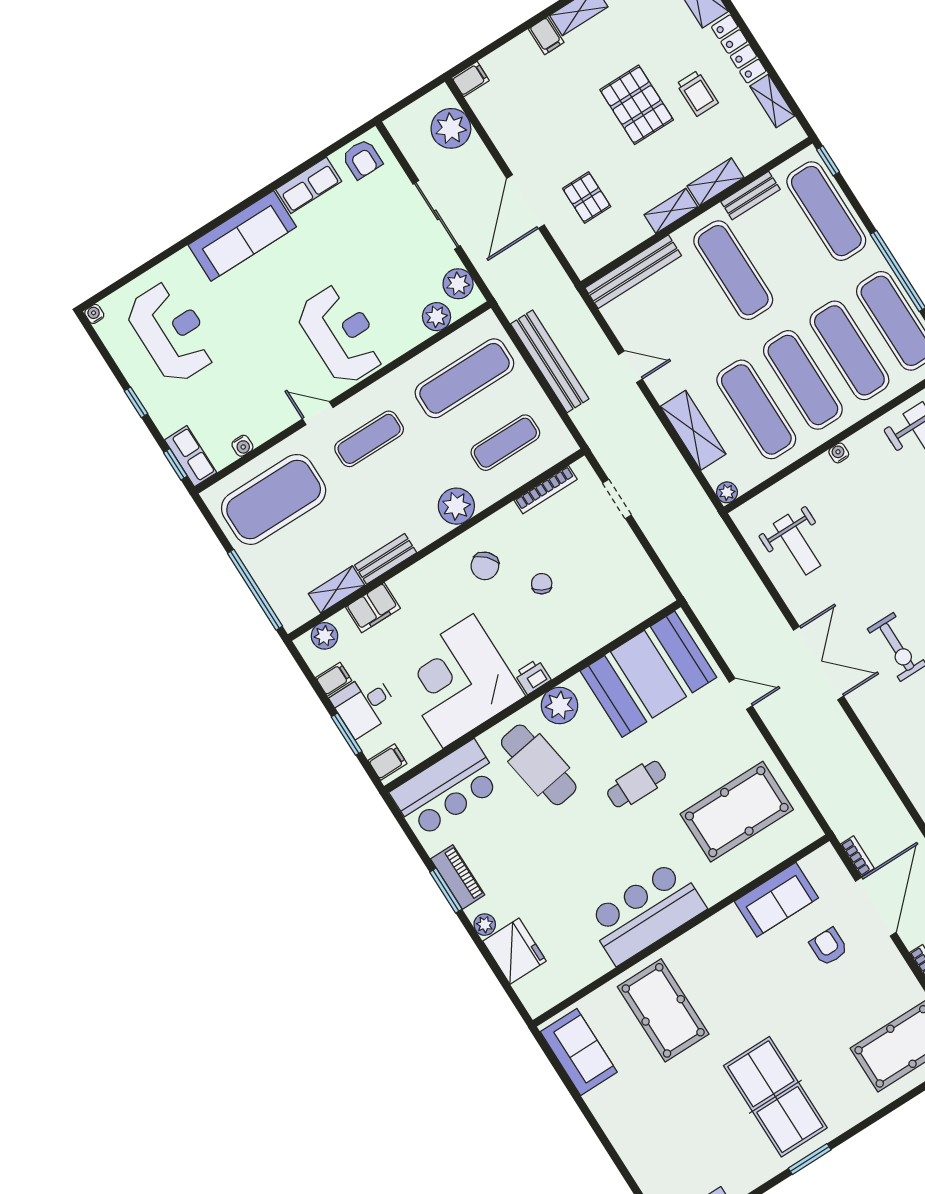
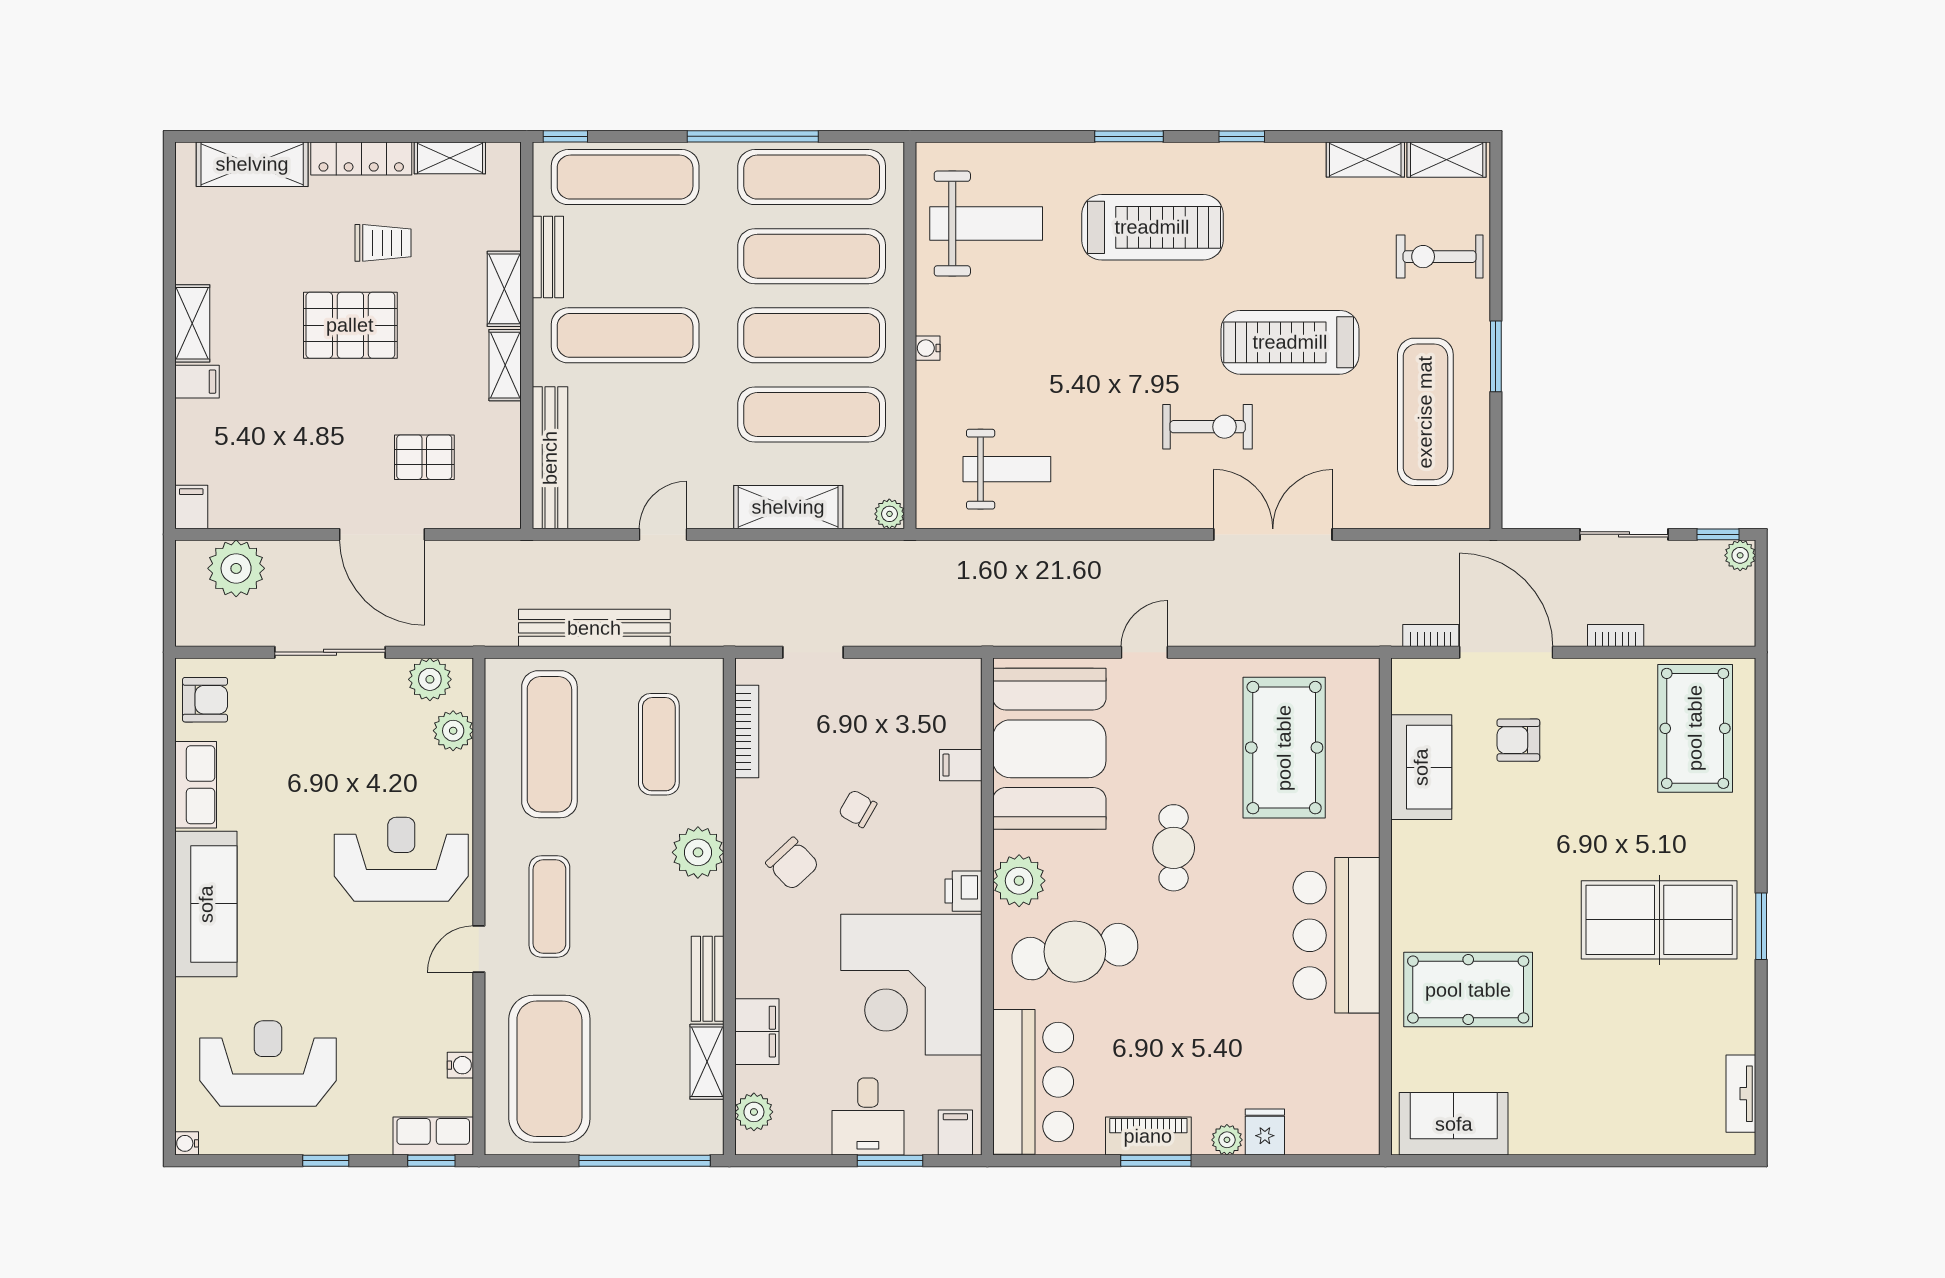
double door: (818, 663) -> (1273, 534), moved
filing cabinet: (334, 679) -> (961, 765), moved, turned -90
fridge: (515, 951) -> (1265, 1132), width x0.53, depth x0.75

